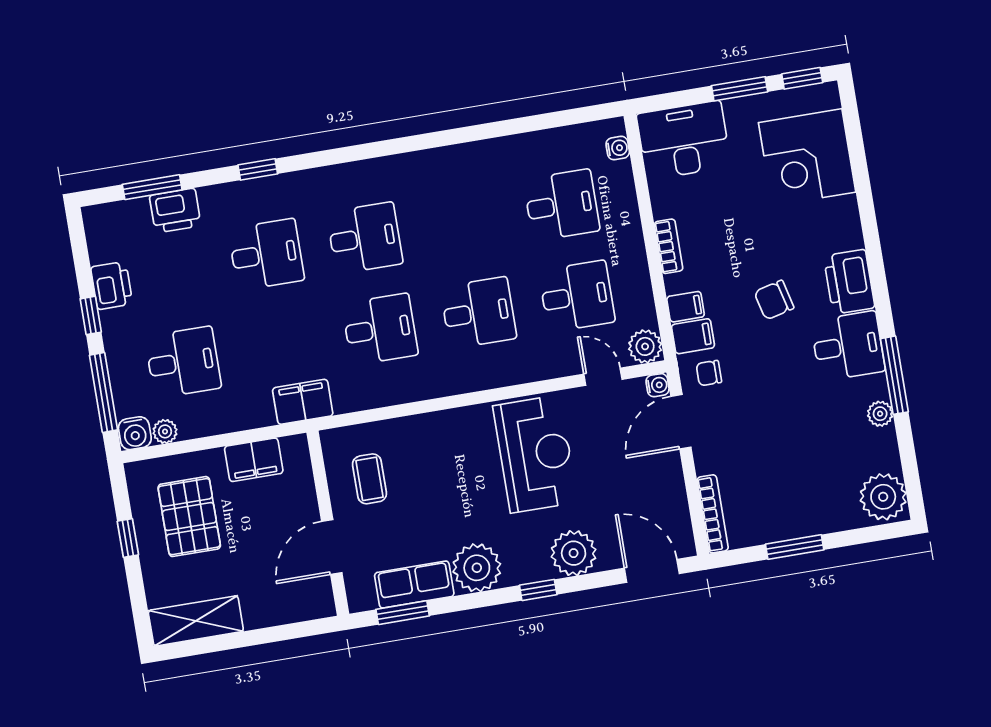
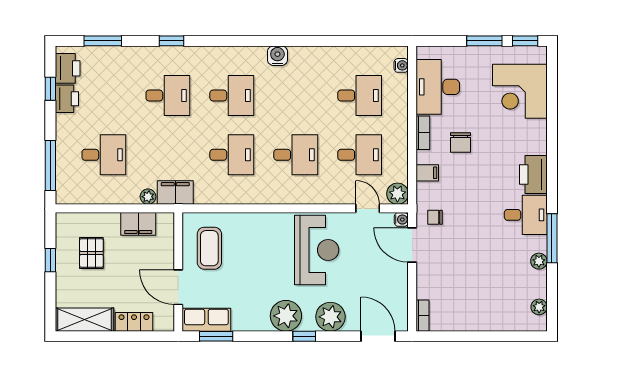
desk: (684, 140) -> (438, 87), moved, turned -90
printer: (175, 211) -> (68, 68), moved, turned -90
chair: (774, 300) -> (460, 142), moved, turned -76
window: (91, 315) -> (50, 89), moved
filing cabinet: (693, 336) -> (429, 192), removed
door: (681, 422) -> (412, 245), hinge flipped
plant: (165, 431) -> (148, 197), moved
water cooler: (135, 433) -> (277, 56), moved, turned 180
coffee table: (370, 479) -> (209, 248), width x1.36, depth x1.30
plant: (883, 497) -> (539, 307), width x0.53, depth x0.53
bookcase: (713, 514) -> (422, 316), width x0.64
pallet: (189, 517) -> (91, 253), width x0.67, depth x0.71
door: (332, 547) -> (178, 287), hinge flipped
window: (795, 547) -> (471, 336), removed
plant: (477, 568) -> (286, 316), moved
row of seats: (414, 585) -> (206, 320), moved
locker: (273, 612) -> (134, 322), added

